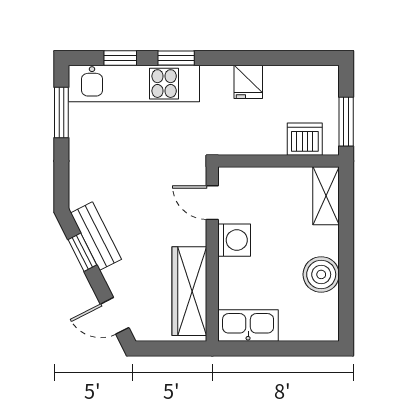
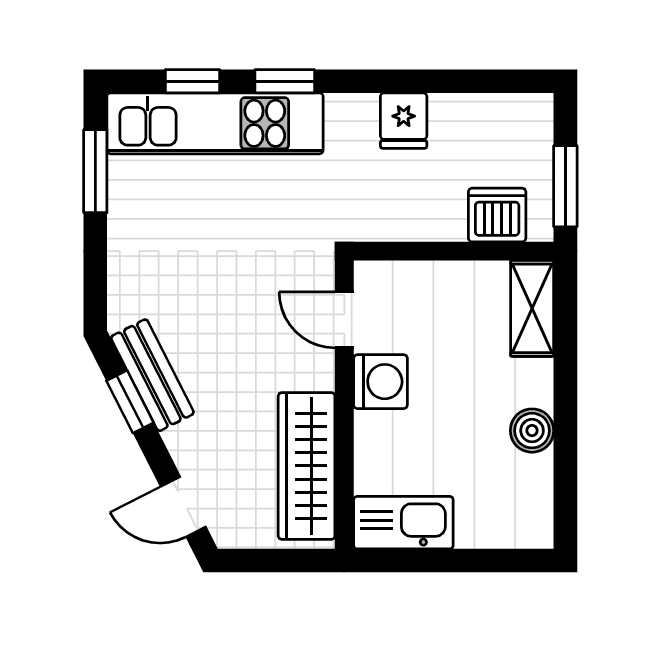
boiler: (321, 274) -> (532, 431), width x0.73, depth x0.73

